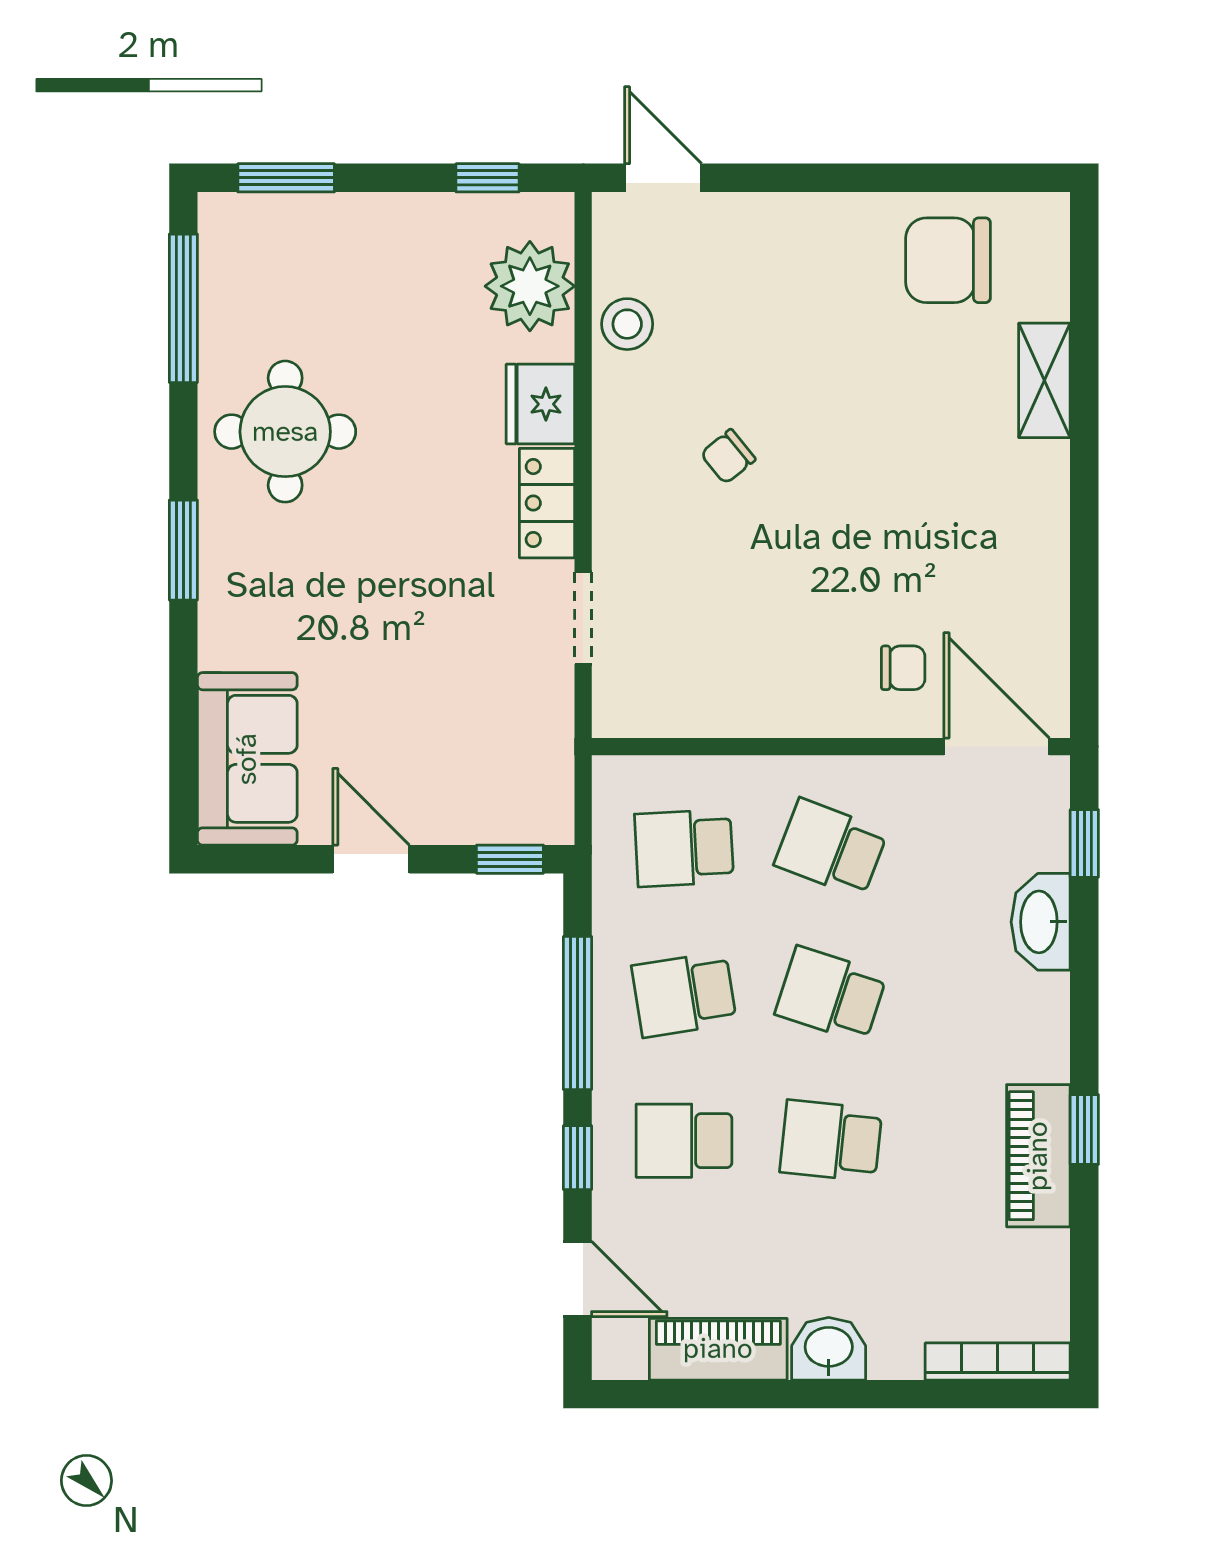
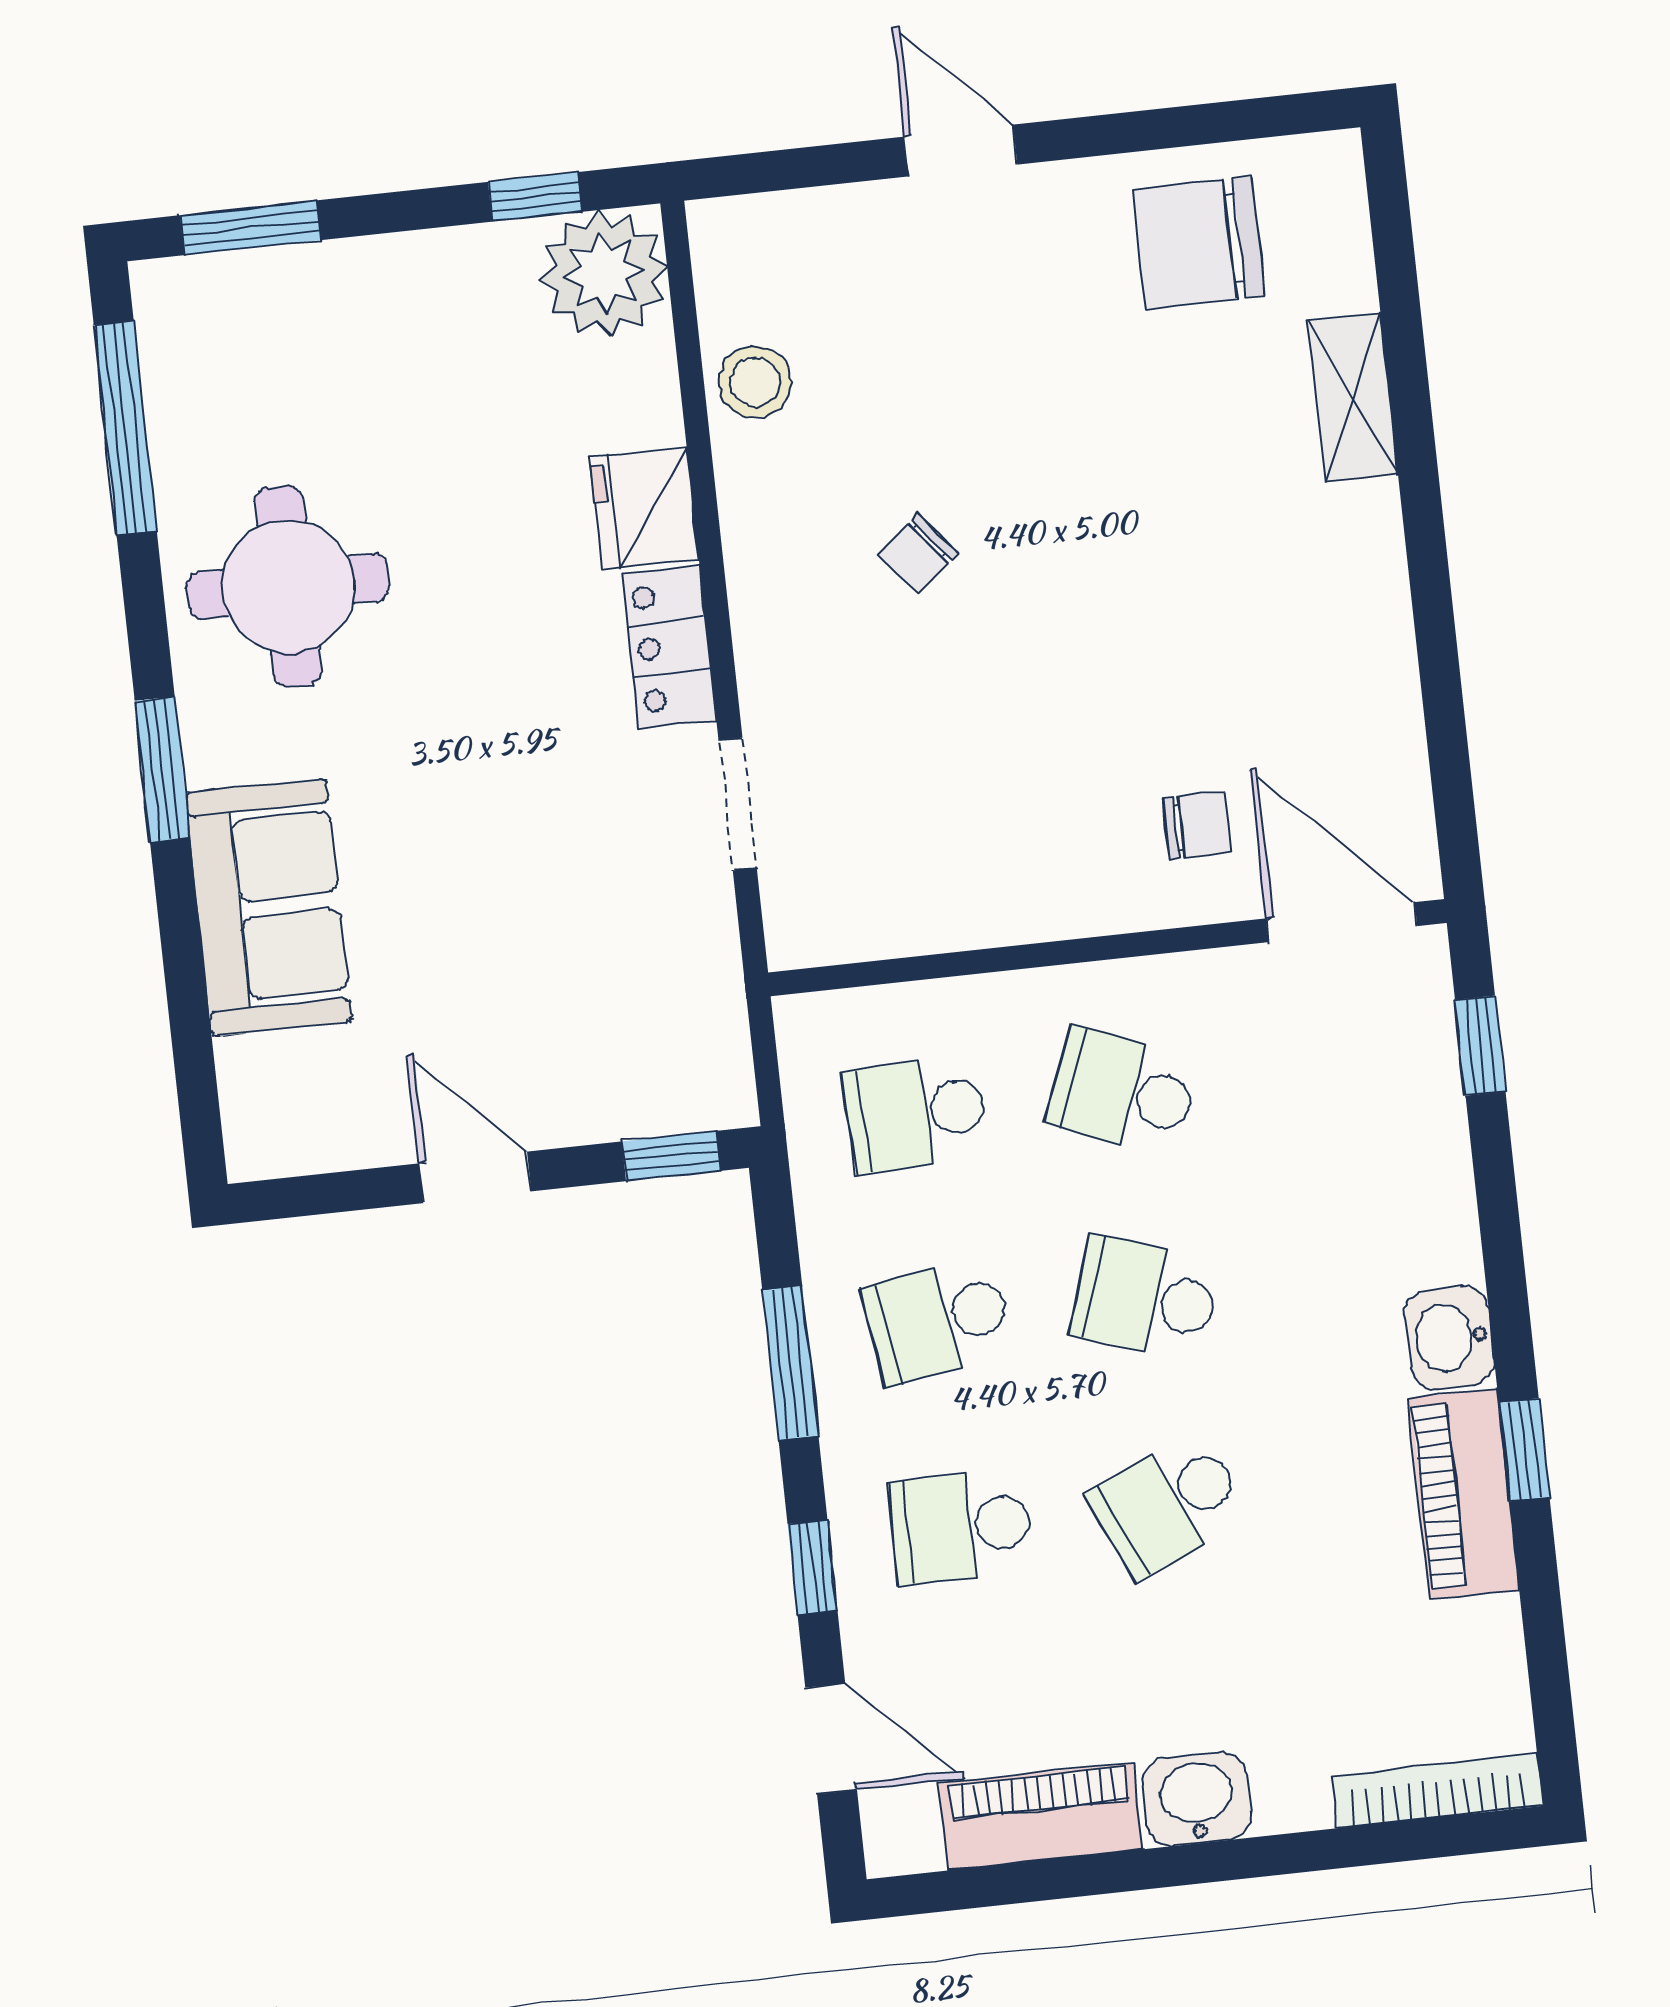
door: (663, 178) -> (961, 151), moved
plant: (530, 286) -> (604, 274), moved
sofa: (247, 759) -> (269, 907), moved
washbasin: (1041, 922) -> (1450, 1337), moved, width x0.72
window: (578, 1013) -> (790, 1363), width x0.69
school desk: (831, 1141) -> (1168, 1504), turned -30

